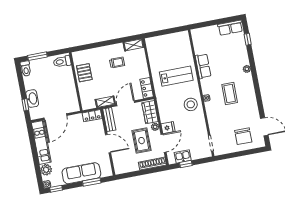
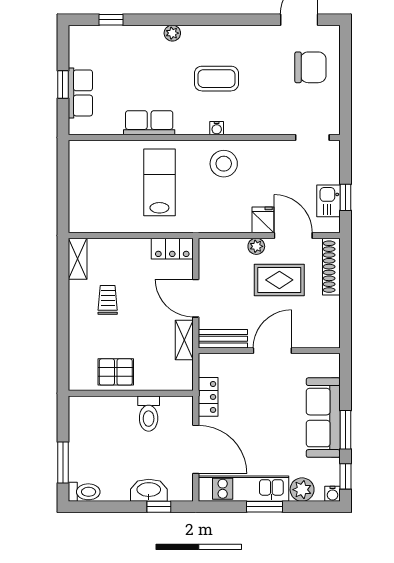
window: (213, 23) -> (63, 85), added
row of seats: (230, 28) -> (80, 93), moved
toilet: (62, 62) -> (149, 414), moved
wardrobe: (150, 112) -> (224, 251), removed
locker: (92, 116) -> (208, 397), moved
window: (35, 154) -> (265, 507), added
window: (92, 182) -> (345, 430), moved

